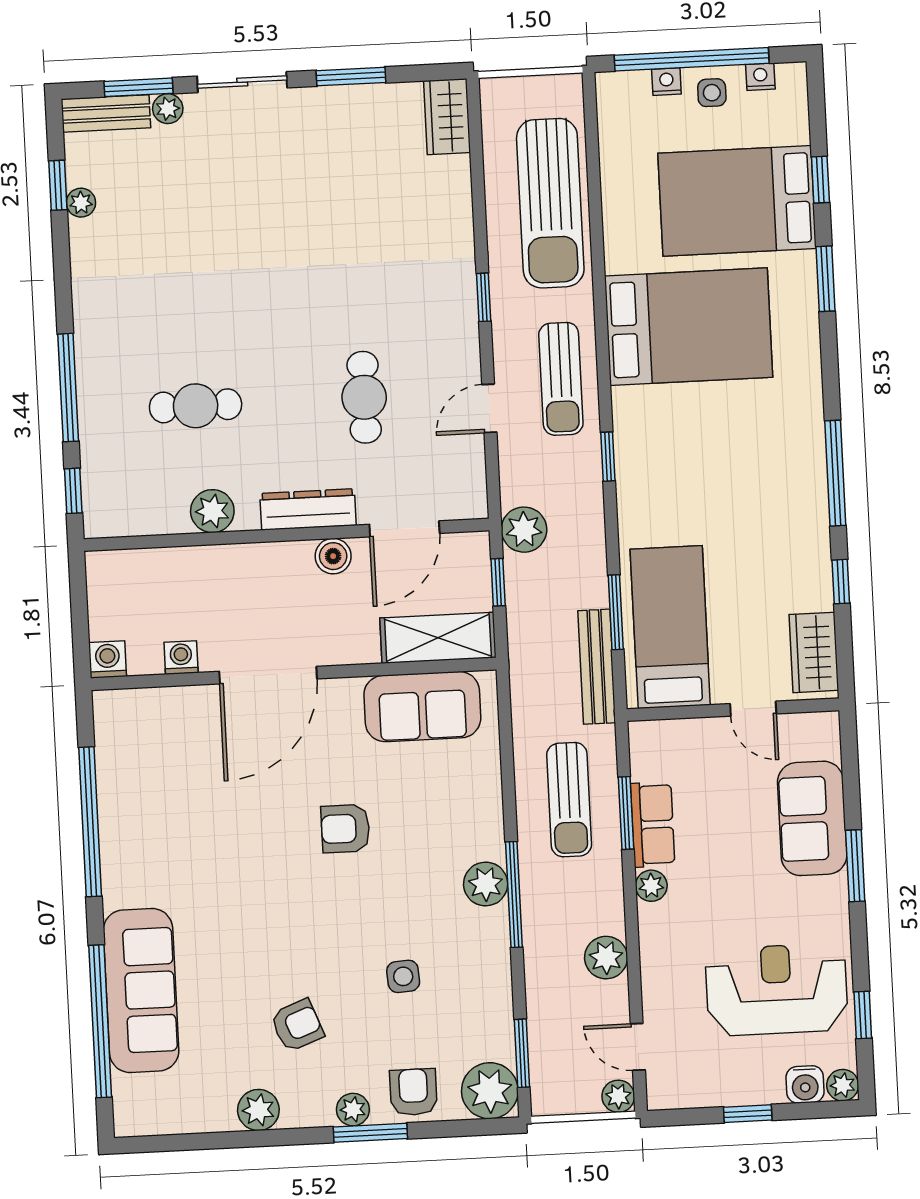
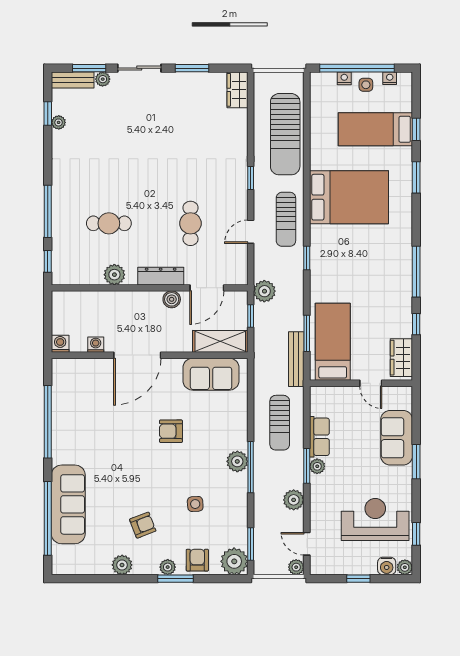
bed: (737, 201) -> (375, 129), width x0.67
window: (626, 813) -> (307, 466), moved

